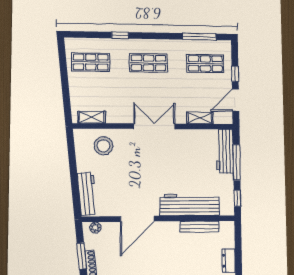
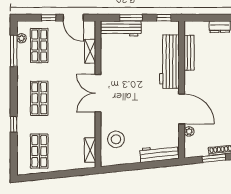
plant: (213, 45) -> (21, 38), added
window: (237, 162) -> (131, 18), width x0.69
plant: (95, 228) -> (189, 131), moved

